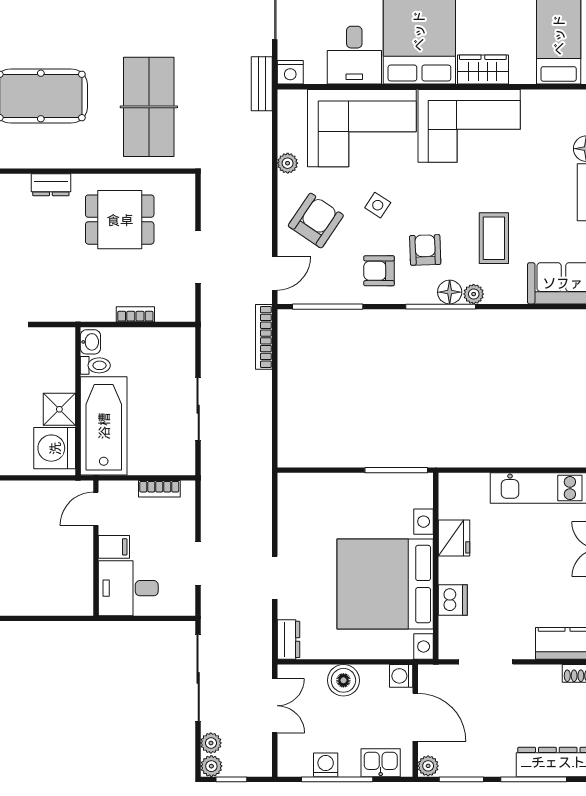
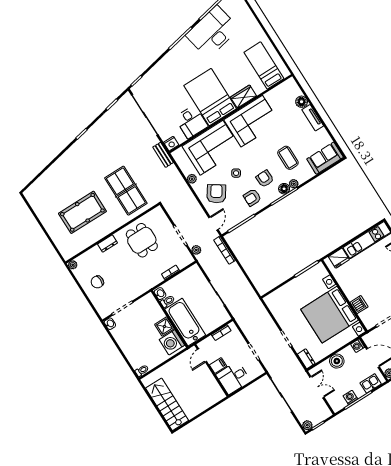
dining table: (120, 220) -> (142, 240), turned 90
fridge: (454, 538) -> (339, 258), moved, turned 90
plant: (211, 743) -> (196, 250), moved

